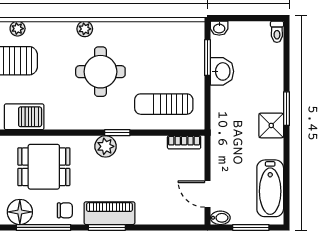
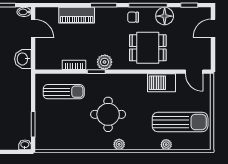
washbasin: (222, 71) -> (23, 59), moved
bookcase: (184, 142) -> (74, 65), moved
piano: (109, 213) -> (77, 15), moved

